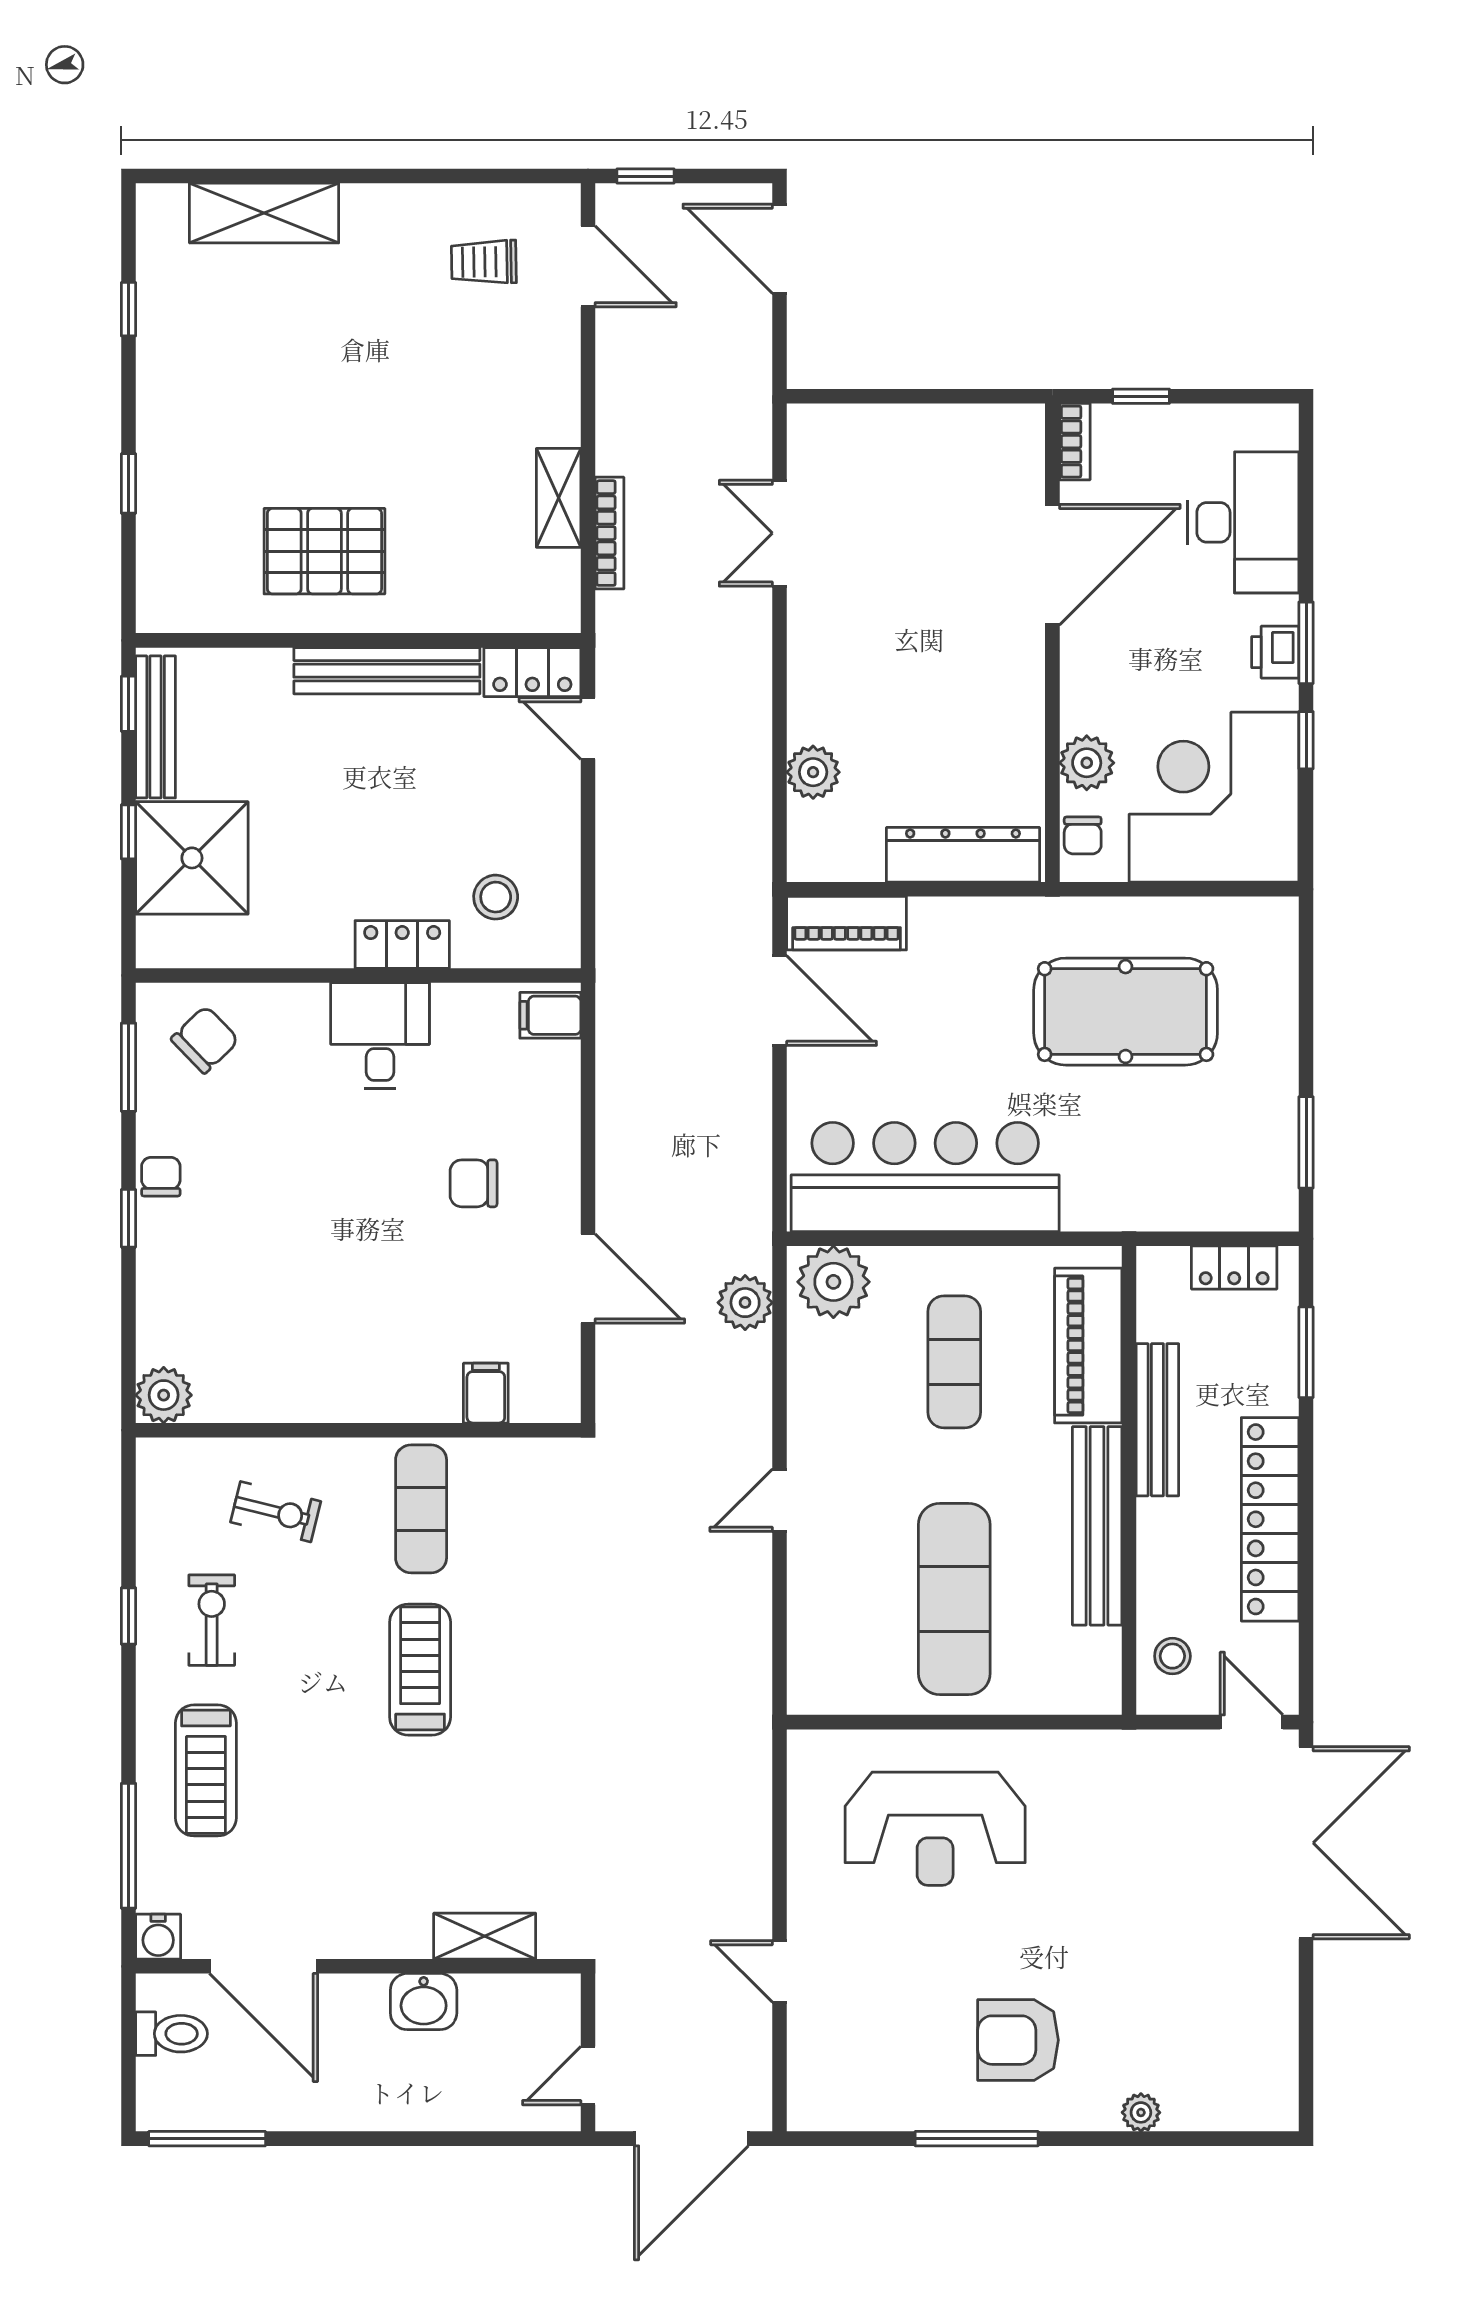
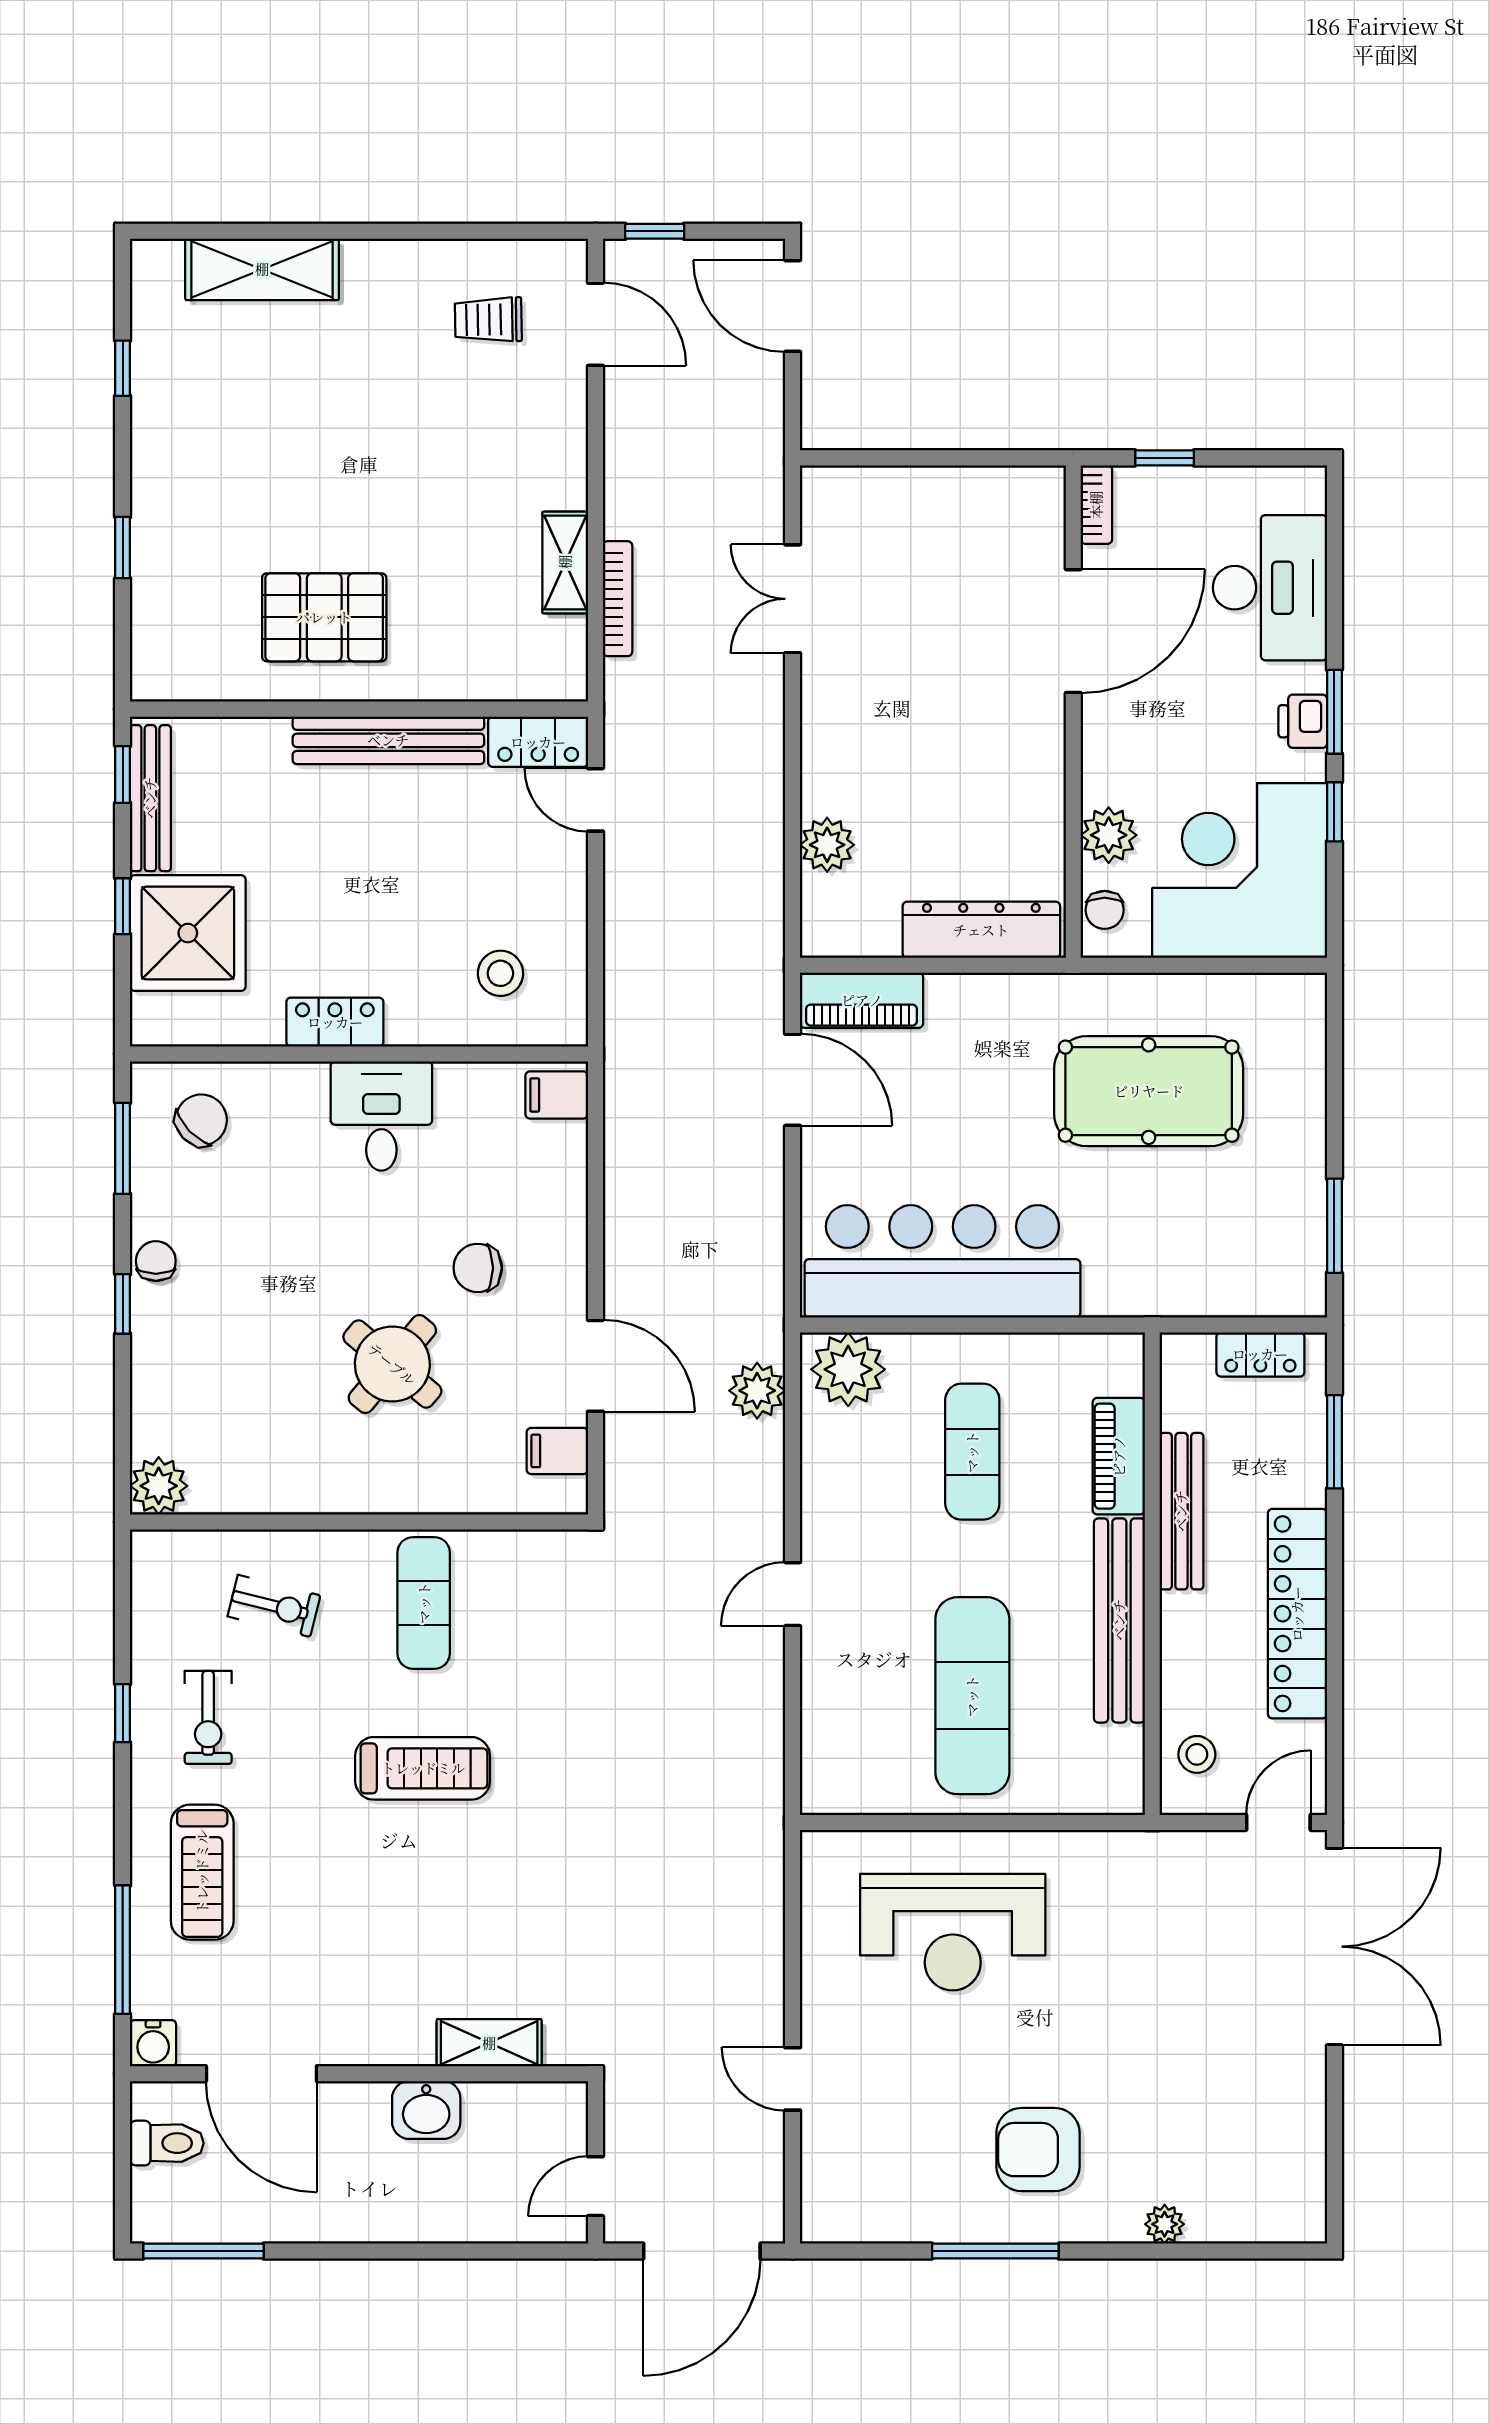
locker: (402, 944) -> (335, 1022), moved
round table: (391, 1277) -> (392, 1364), added
piano: (1088, 1346) -> (1119, 1456), width x0.73, depth x0.75
filing cabinet: (486, 1393) -> (557, 1451), moved, turned -90
exercise bike: (212, 1620) -> (208, 1717), turned 180
treadmill: (420, 1670) -> (423, 1768), turned 90
door: (1252, 1722) -> (1278, 1822), hinge flipped

